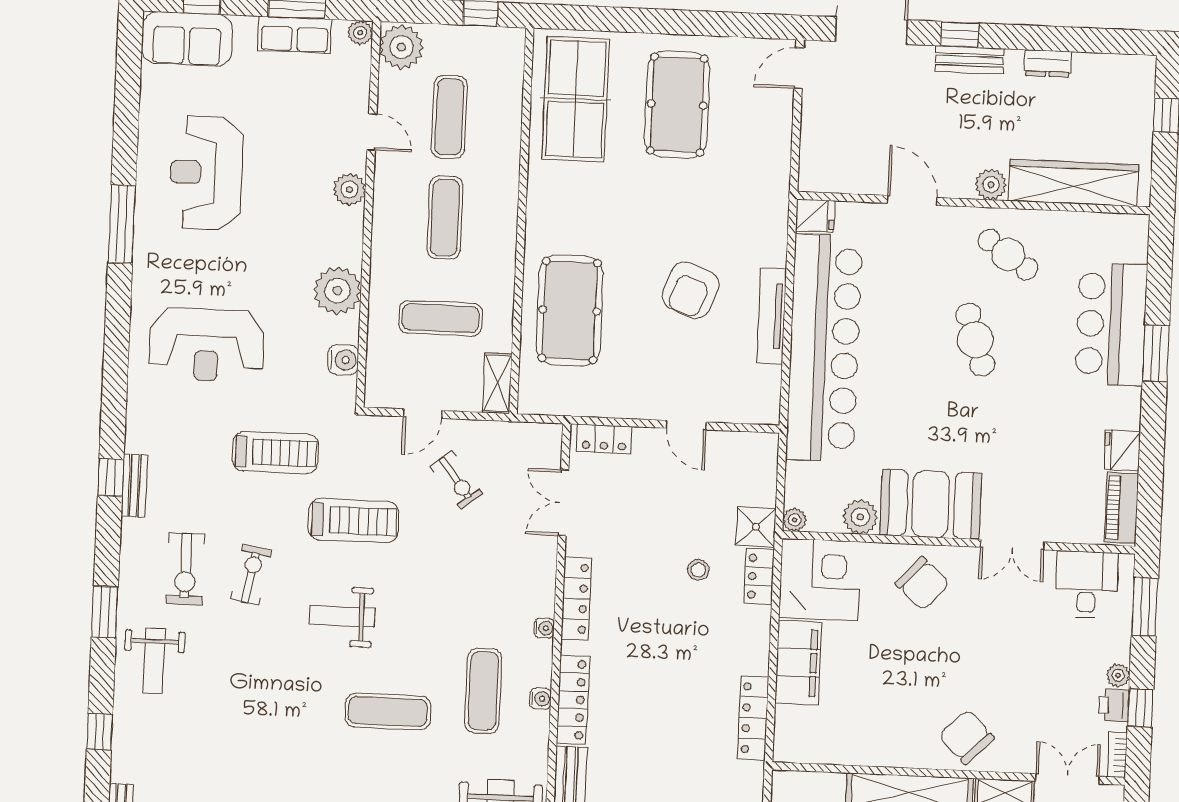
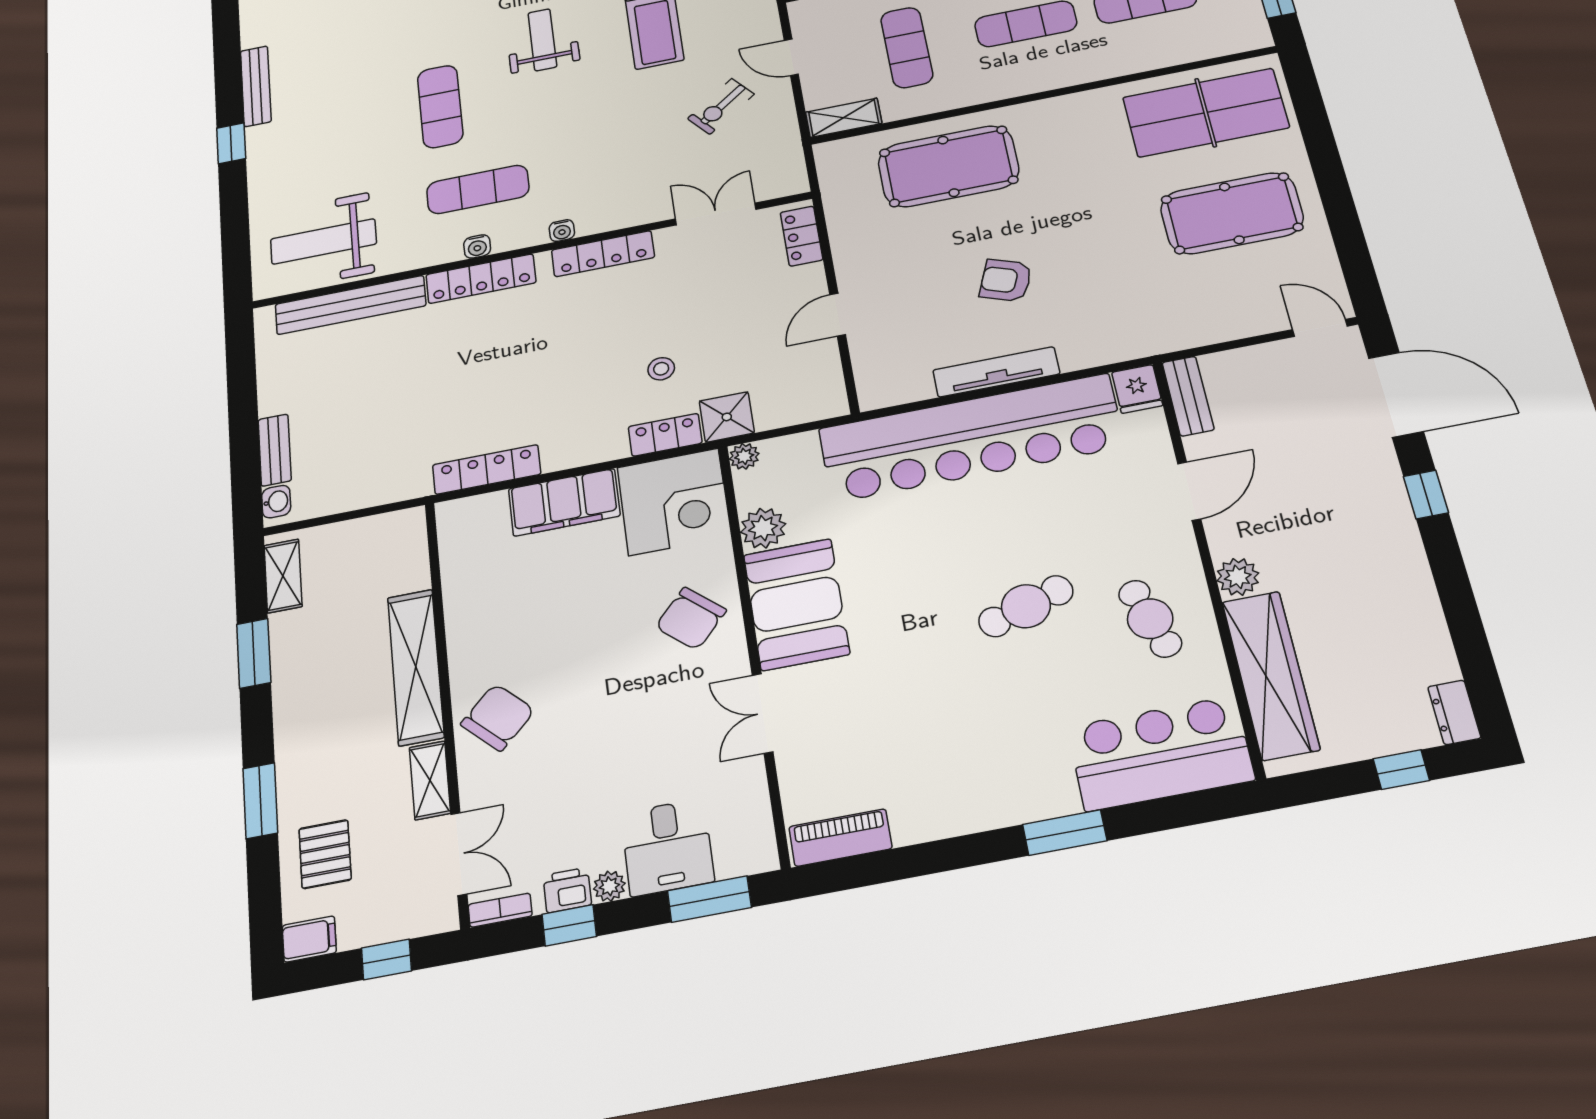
bench: (969, 60) -> (1188, 396), moved
dresser: (1048, 63) -> (1454, 712), moved
cafe table: (1008, 254) -> (1150, 619), turned -52
armchair: (691, 290) -> (1006, 280), width x0.72, depth x0.72
bar counter: (1111, 324) -> (1160, 753), moved
fridge: (1122, 450) -> (920, 820), removed
desk: (1087, 584) -> (667, 847), moved, turned 90

